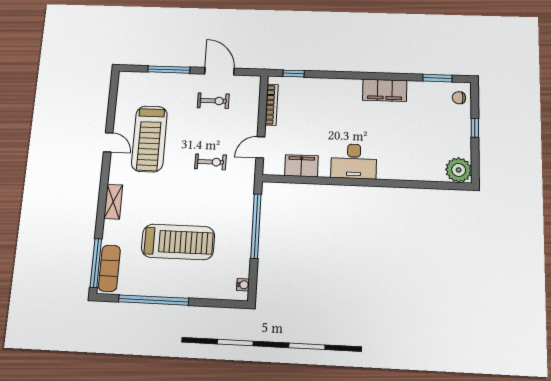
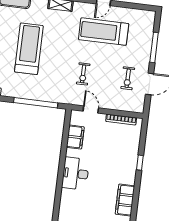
window: (294, 74) -> (140, 163), moved
treadmill: (178, 242) -> (29, 49), turned 180

